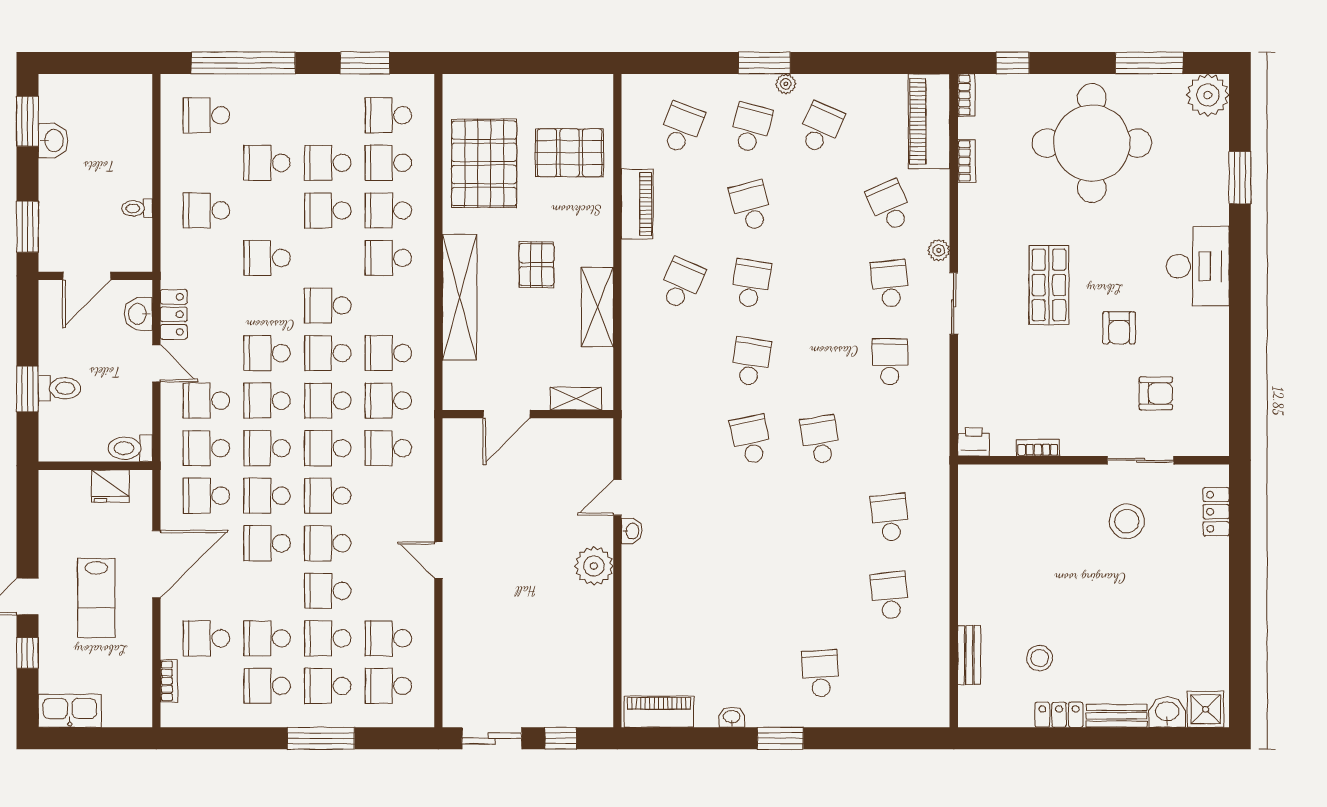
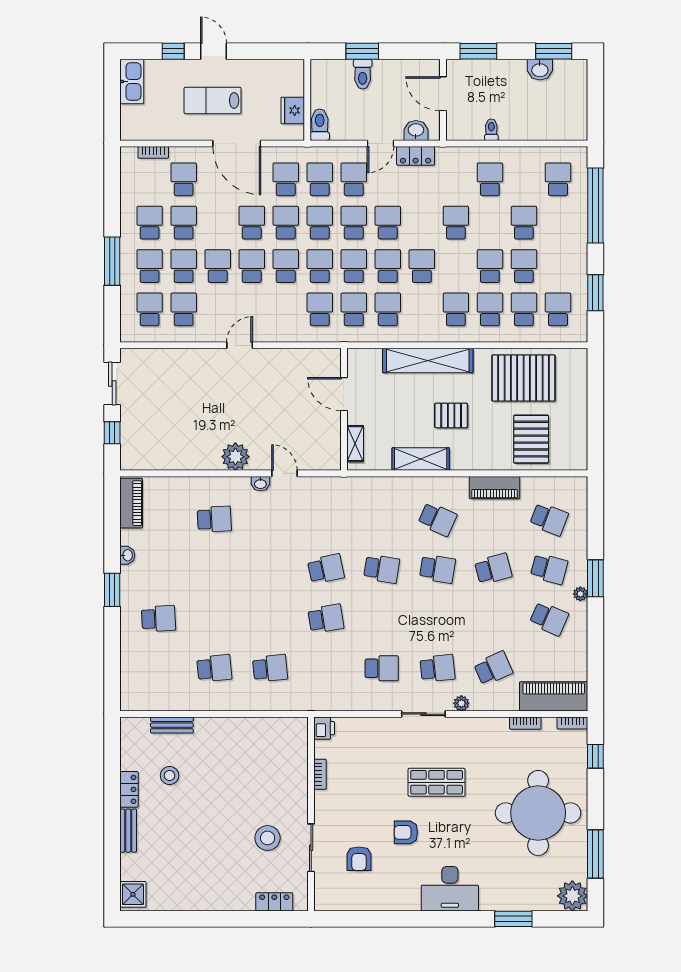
school desk: (681, 596) -> (214, 519), added
washbasin: (1167, 712) -> (131, 867), removed

